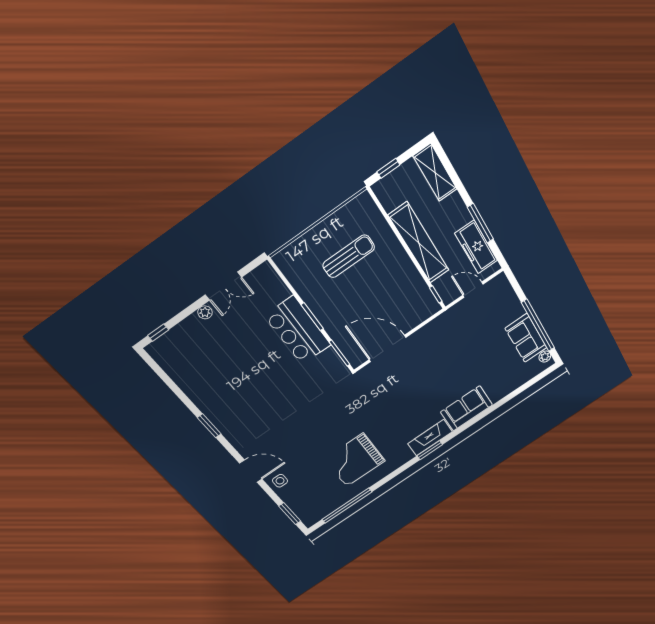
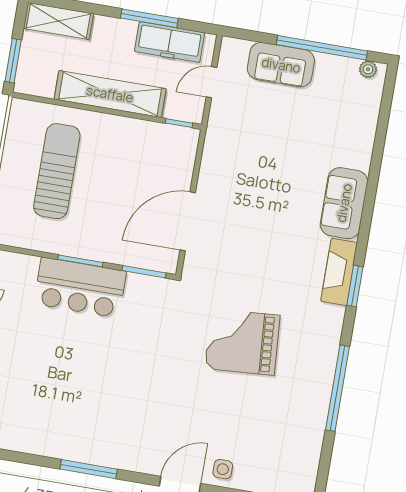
window: (388, 168) -> (13, 61), width x1.50
sun lounger: (349, 256) -> (57, 171), width x1.36, depth x1.34
sofa: (526, 338) -> (281, 65), moved
window: (209, 426) -> (89, 469), width x1.44
grand piano: (355, 460) -> (242, 342), moved, turned 86
window: (347, 506) -> (337, 388), moved

